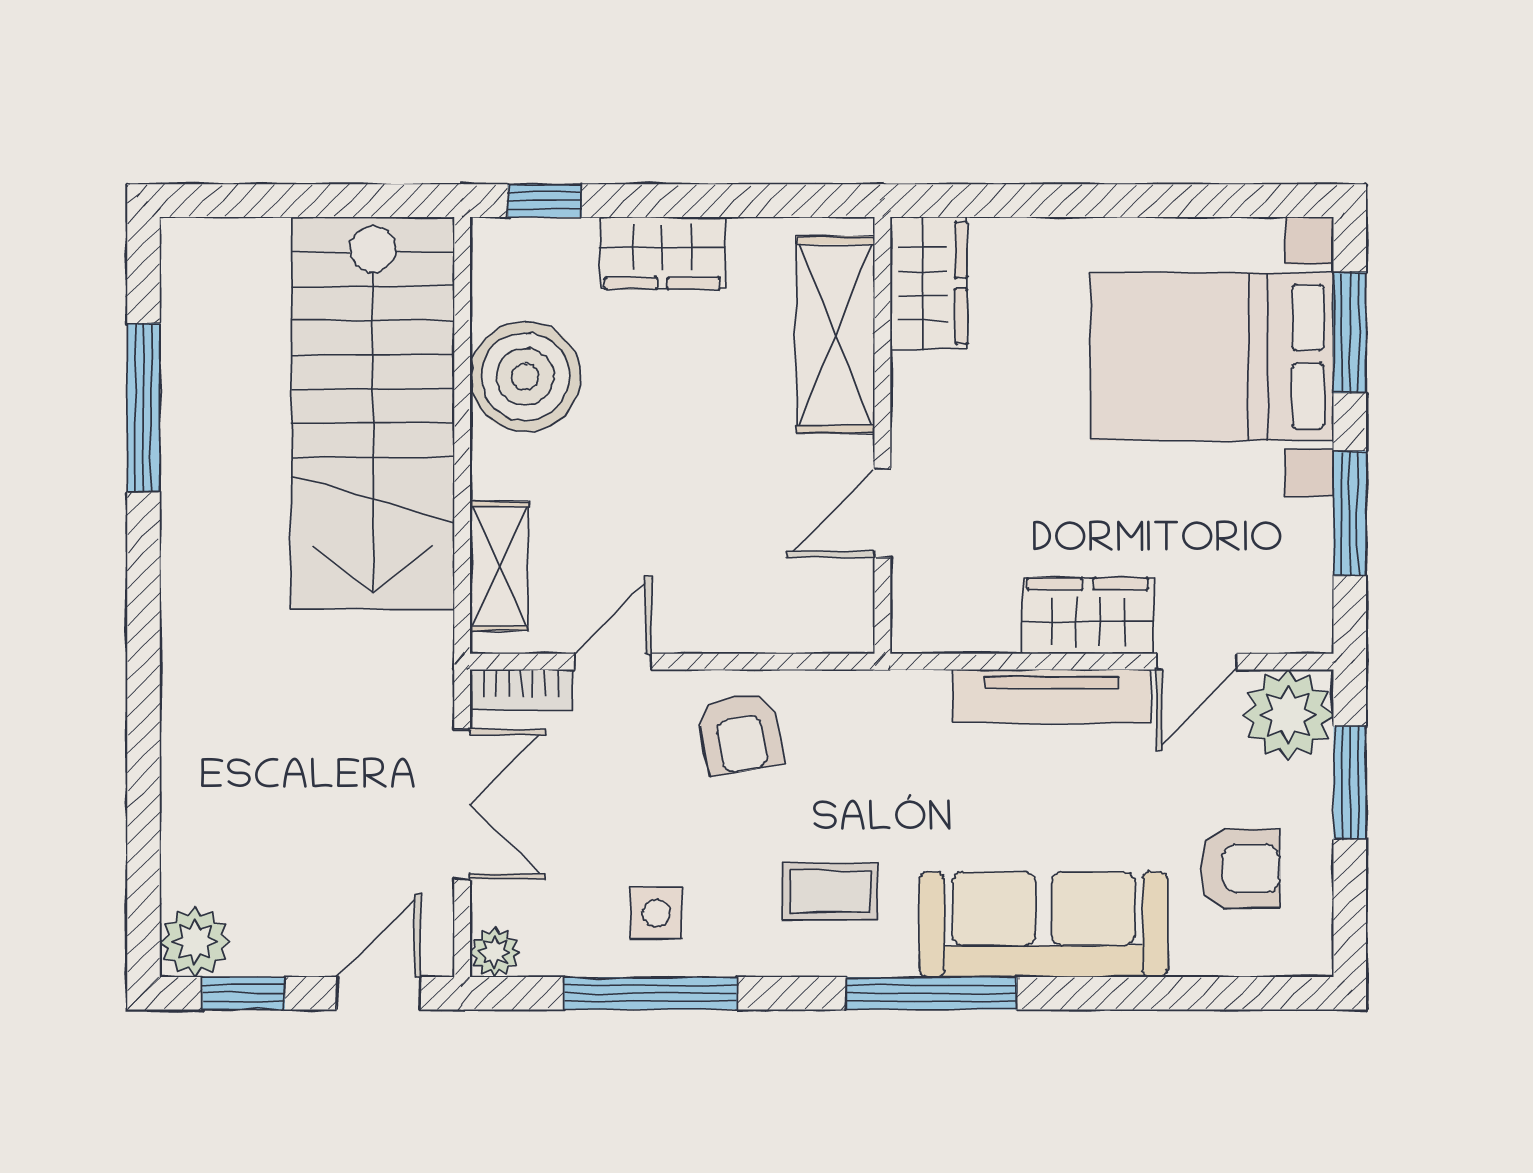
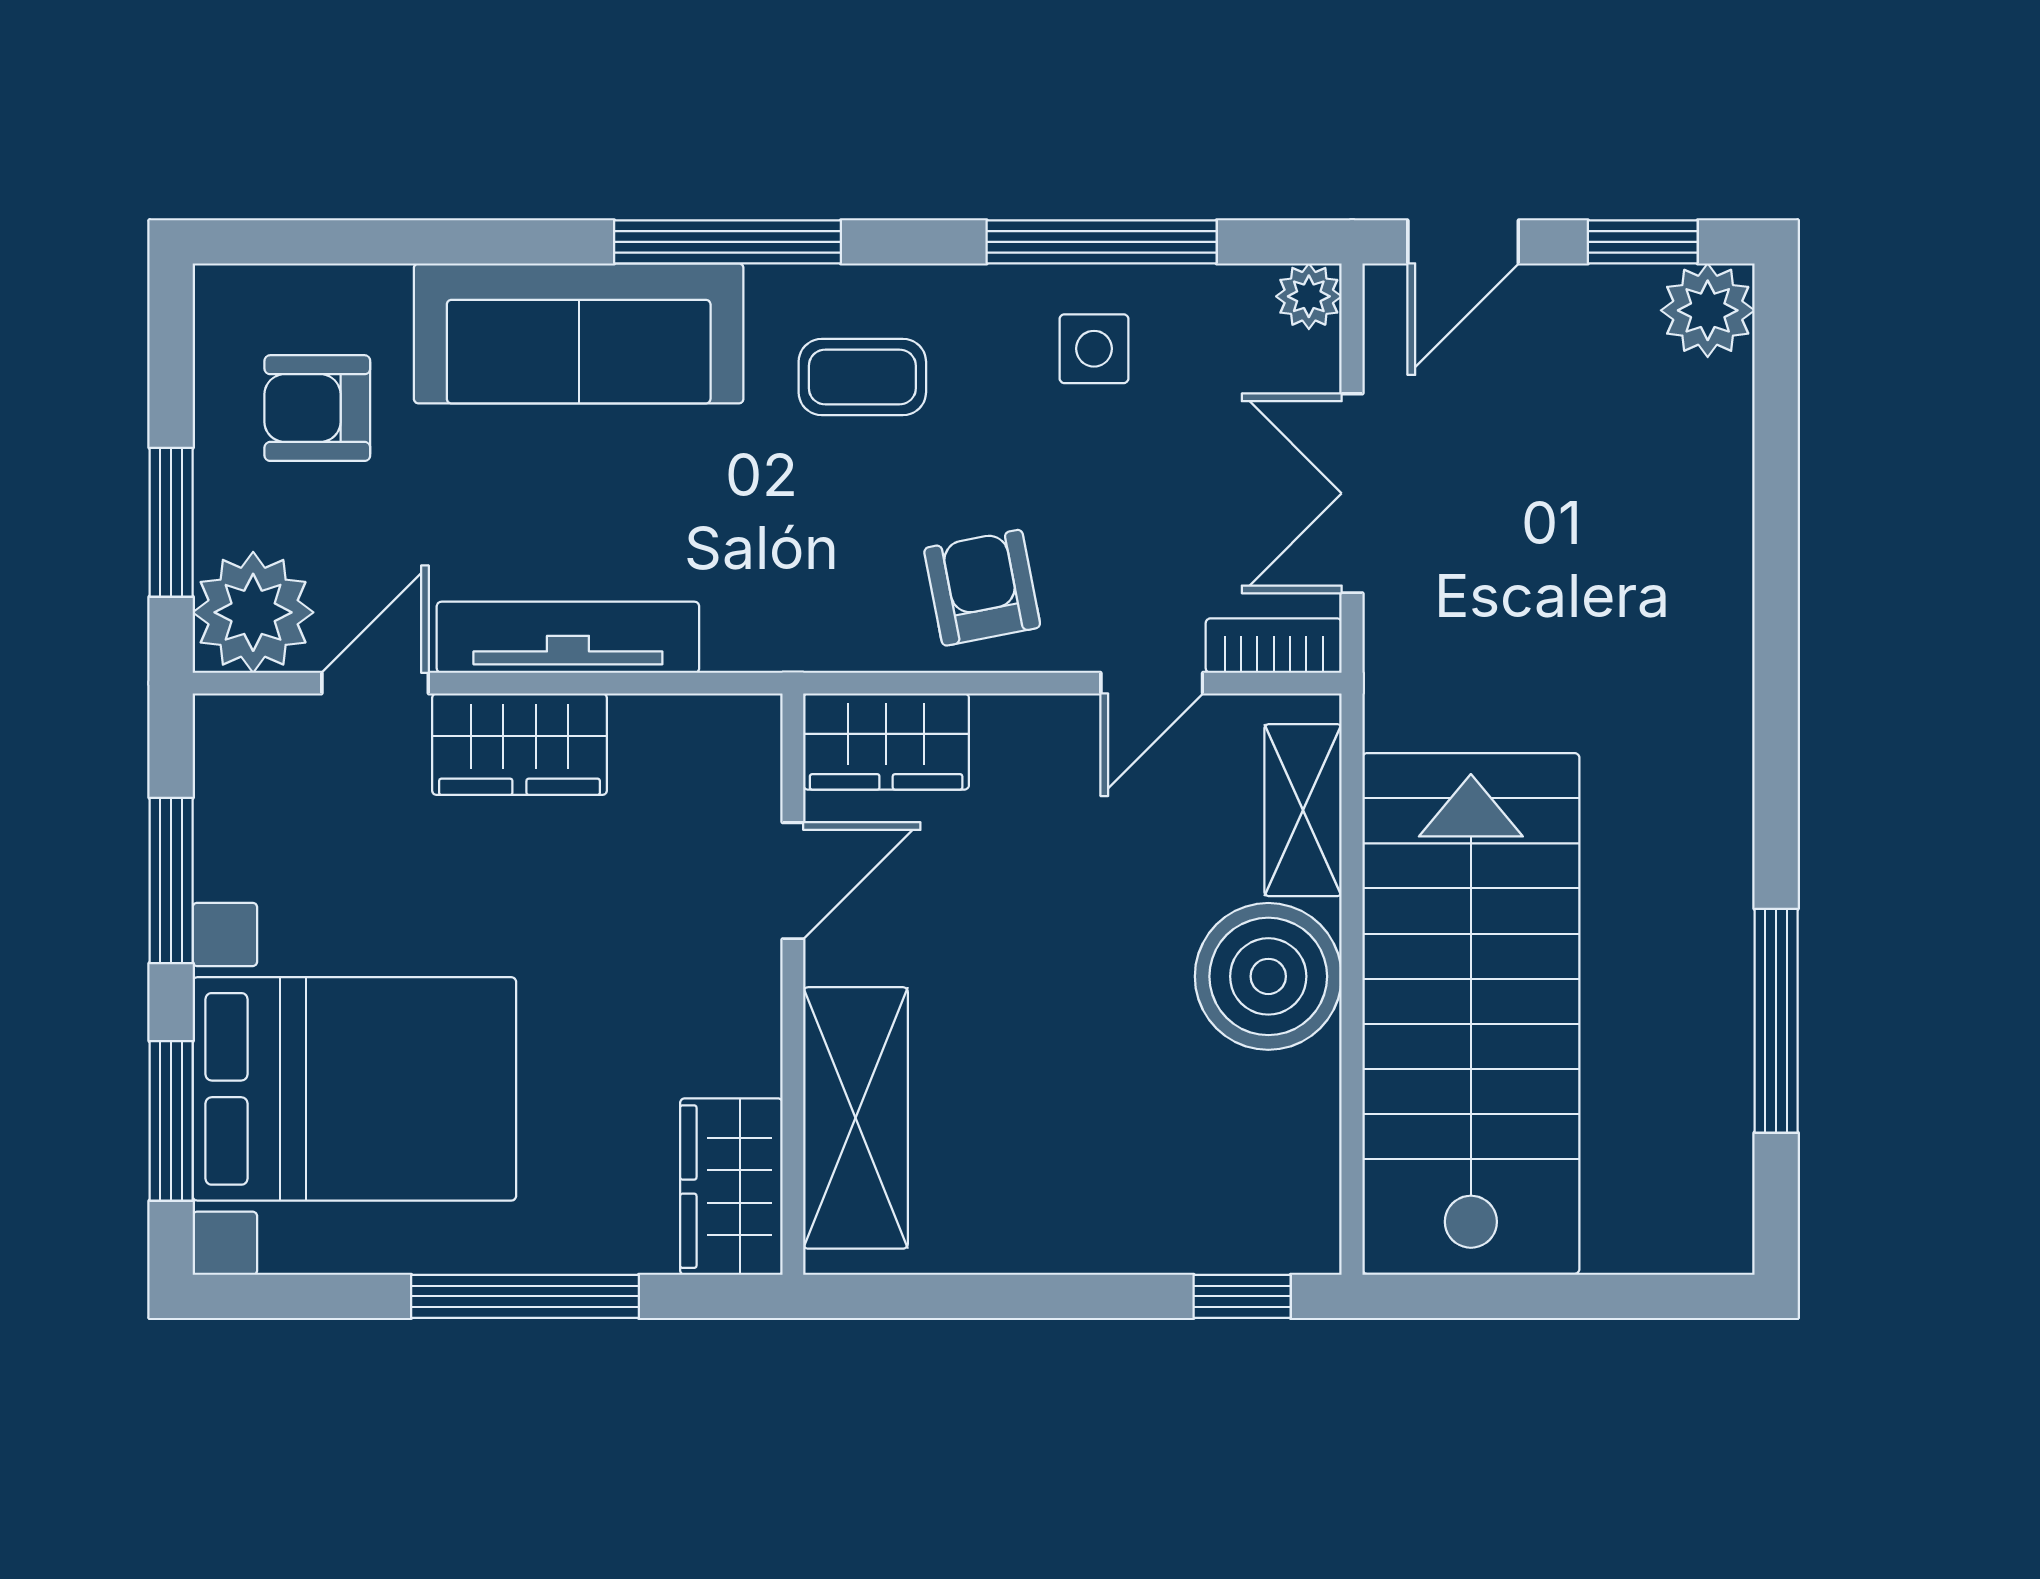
window: (1084, 201) -> (525, 1296), added
wardrobe: (662, 253) -> (886, 742), moved, turned 180
boiler: (525, 377) -> (1268, 976), moved

